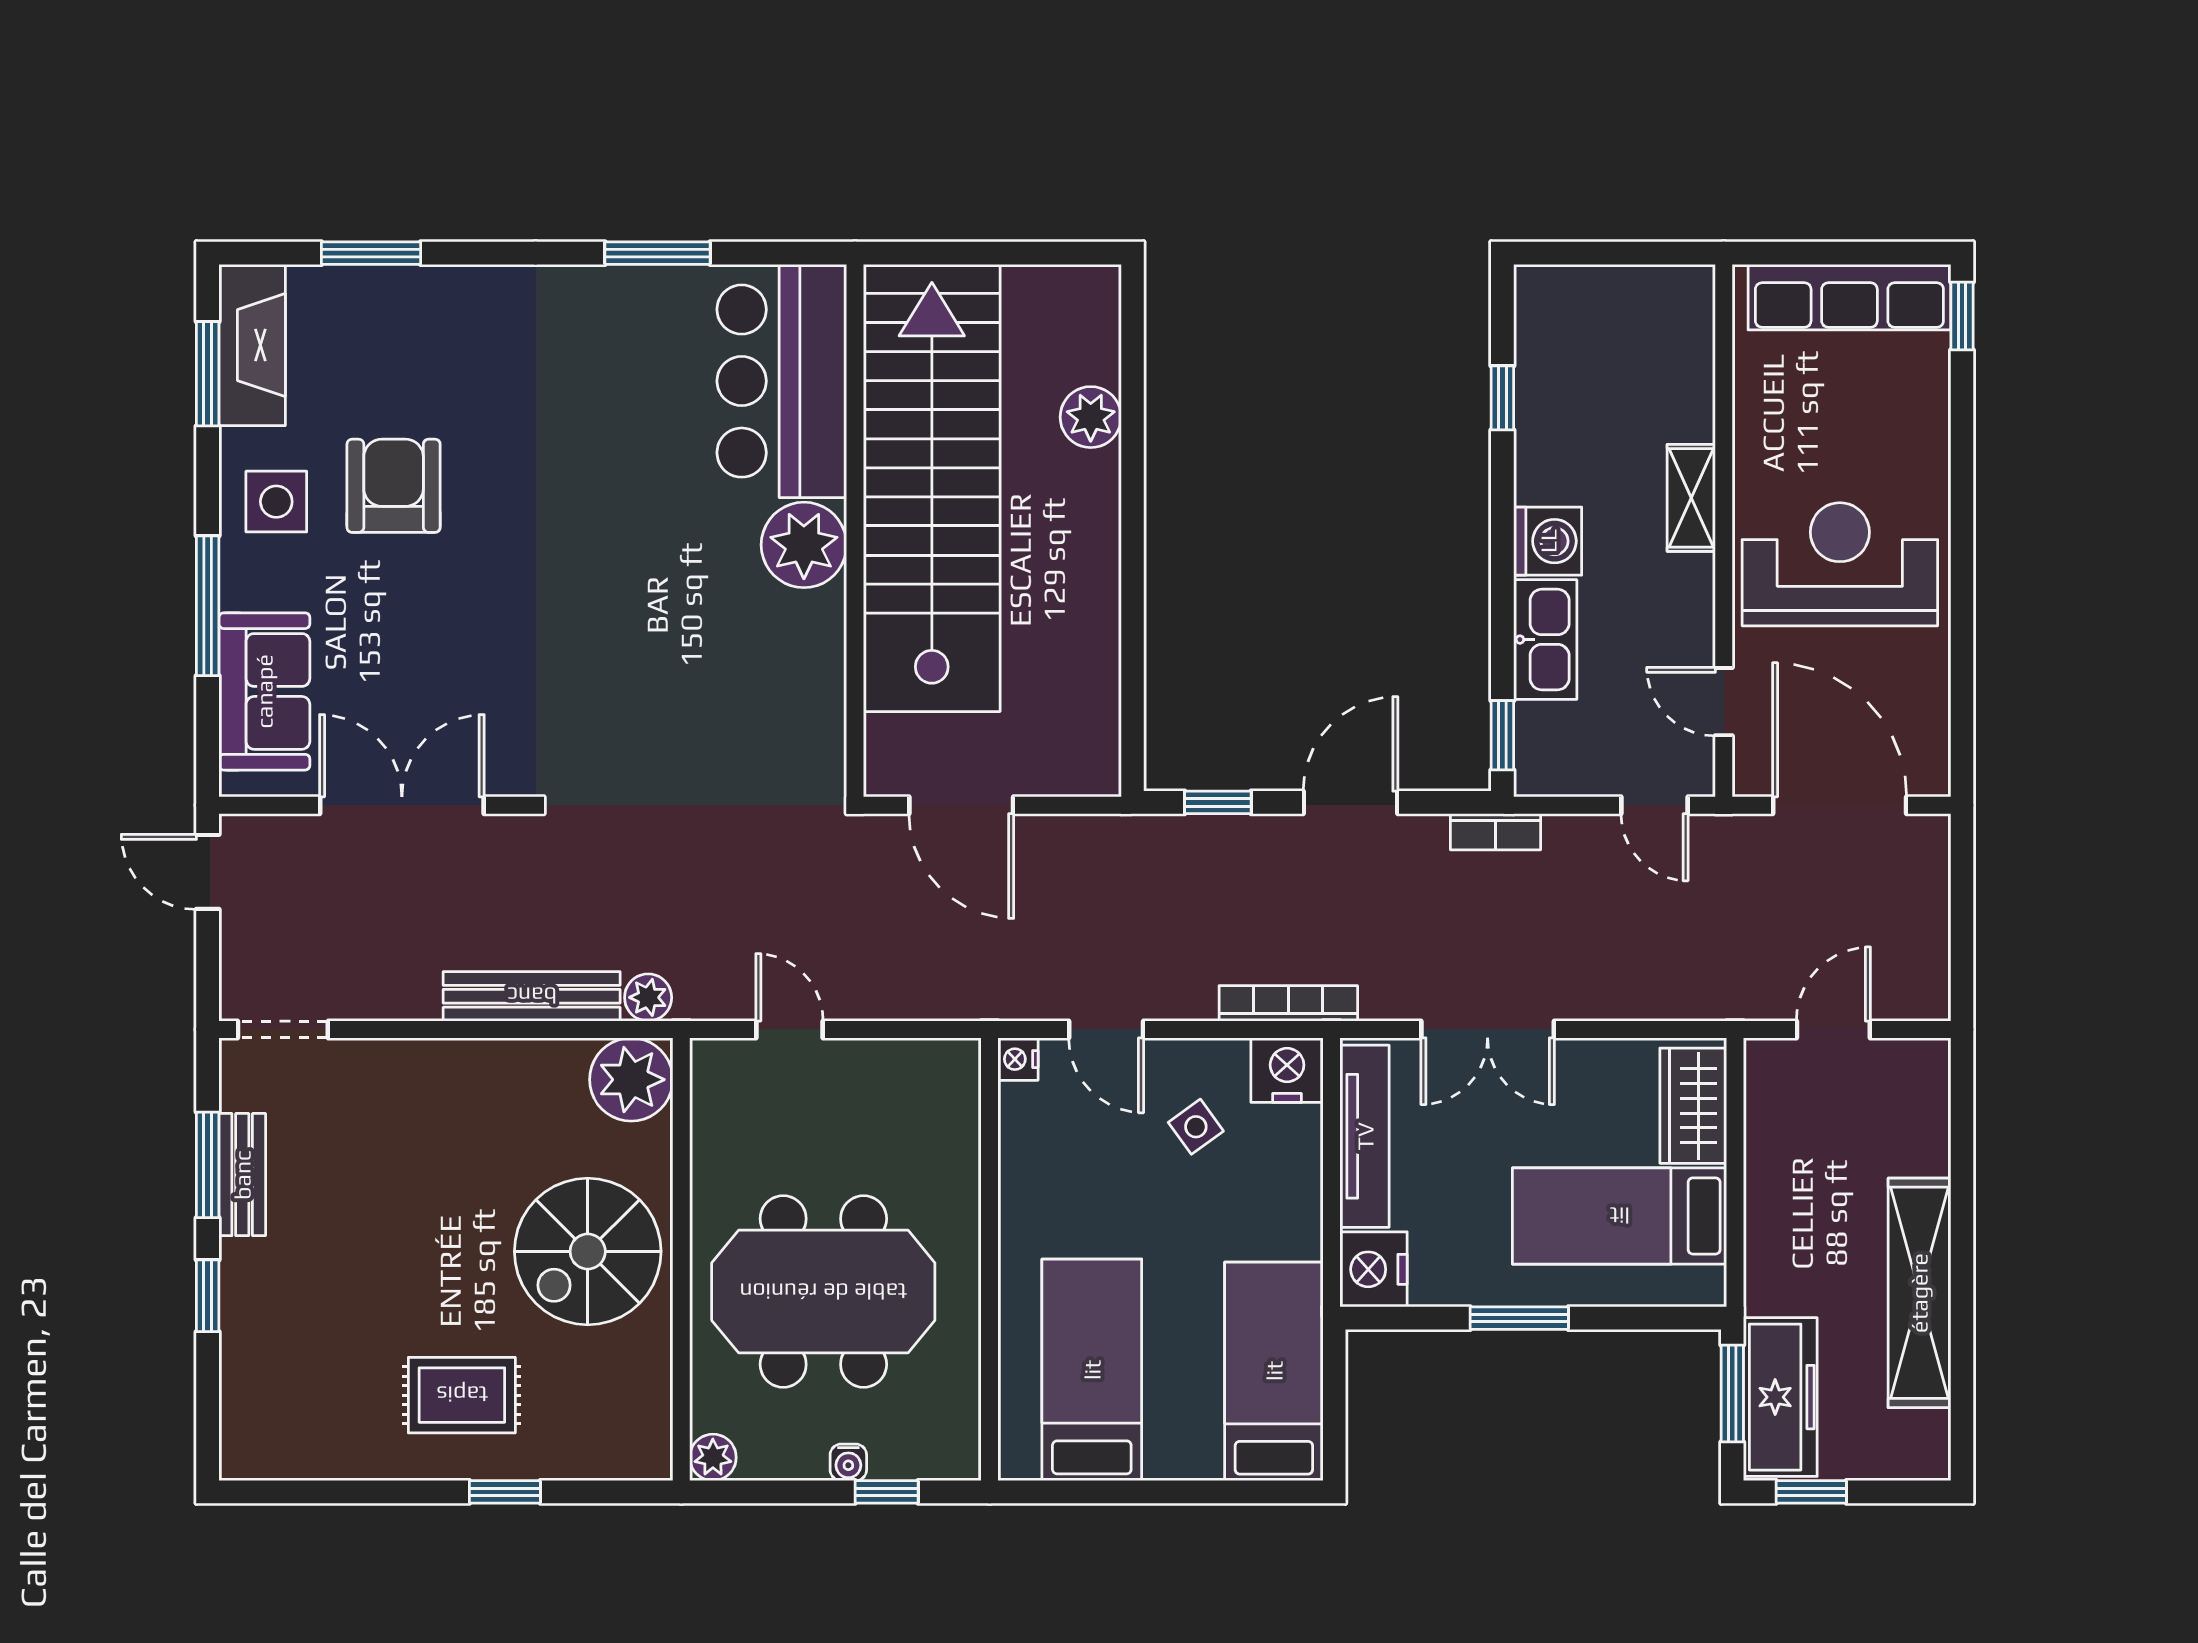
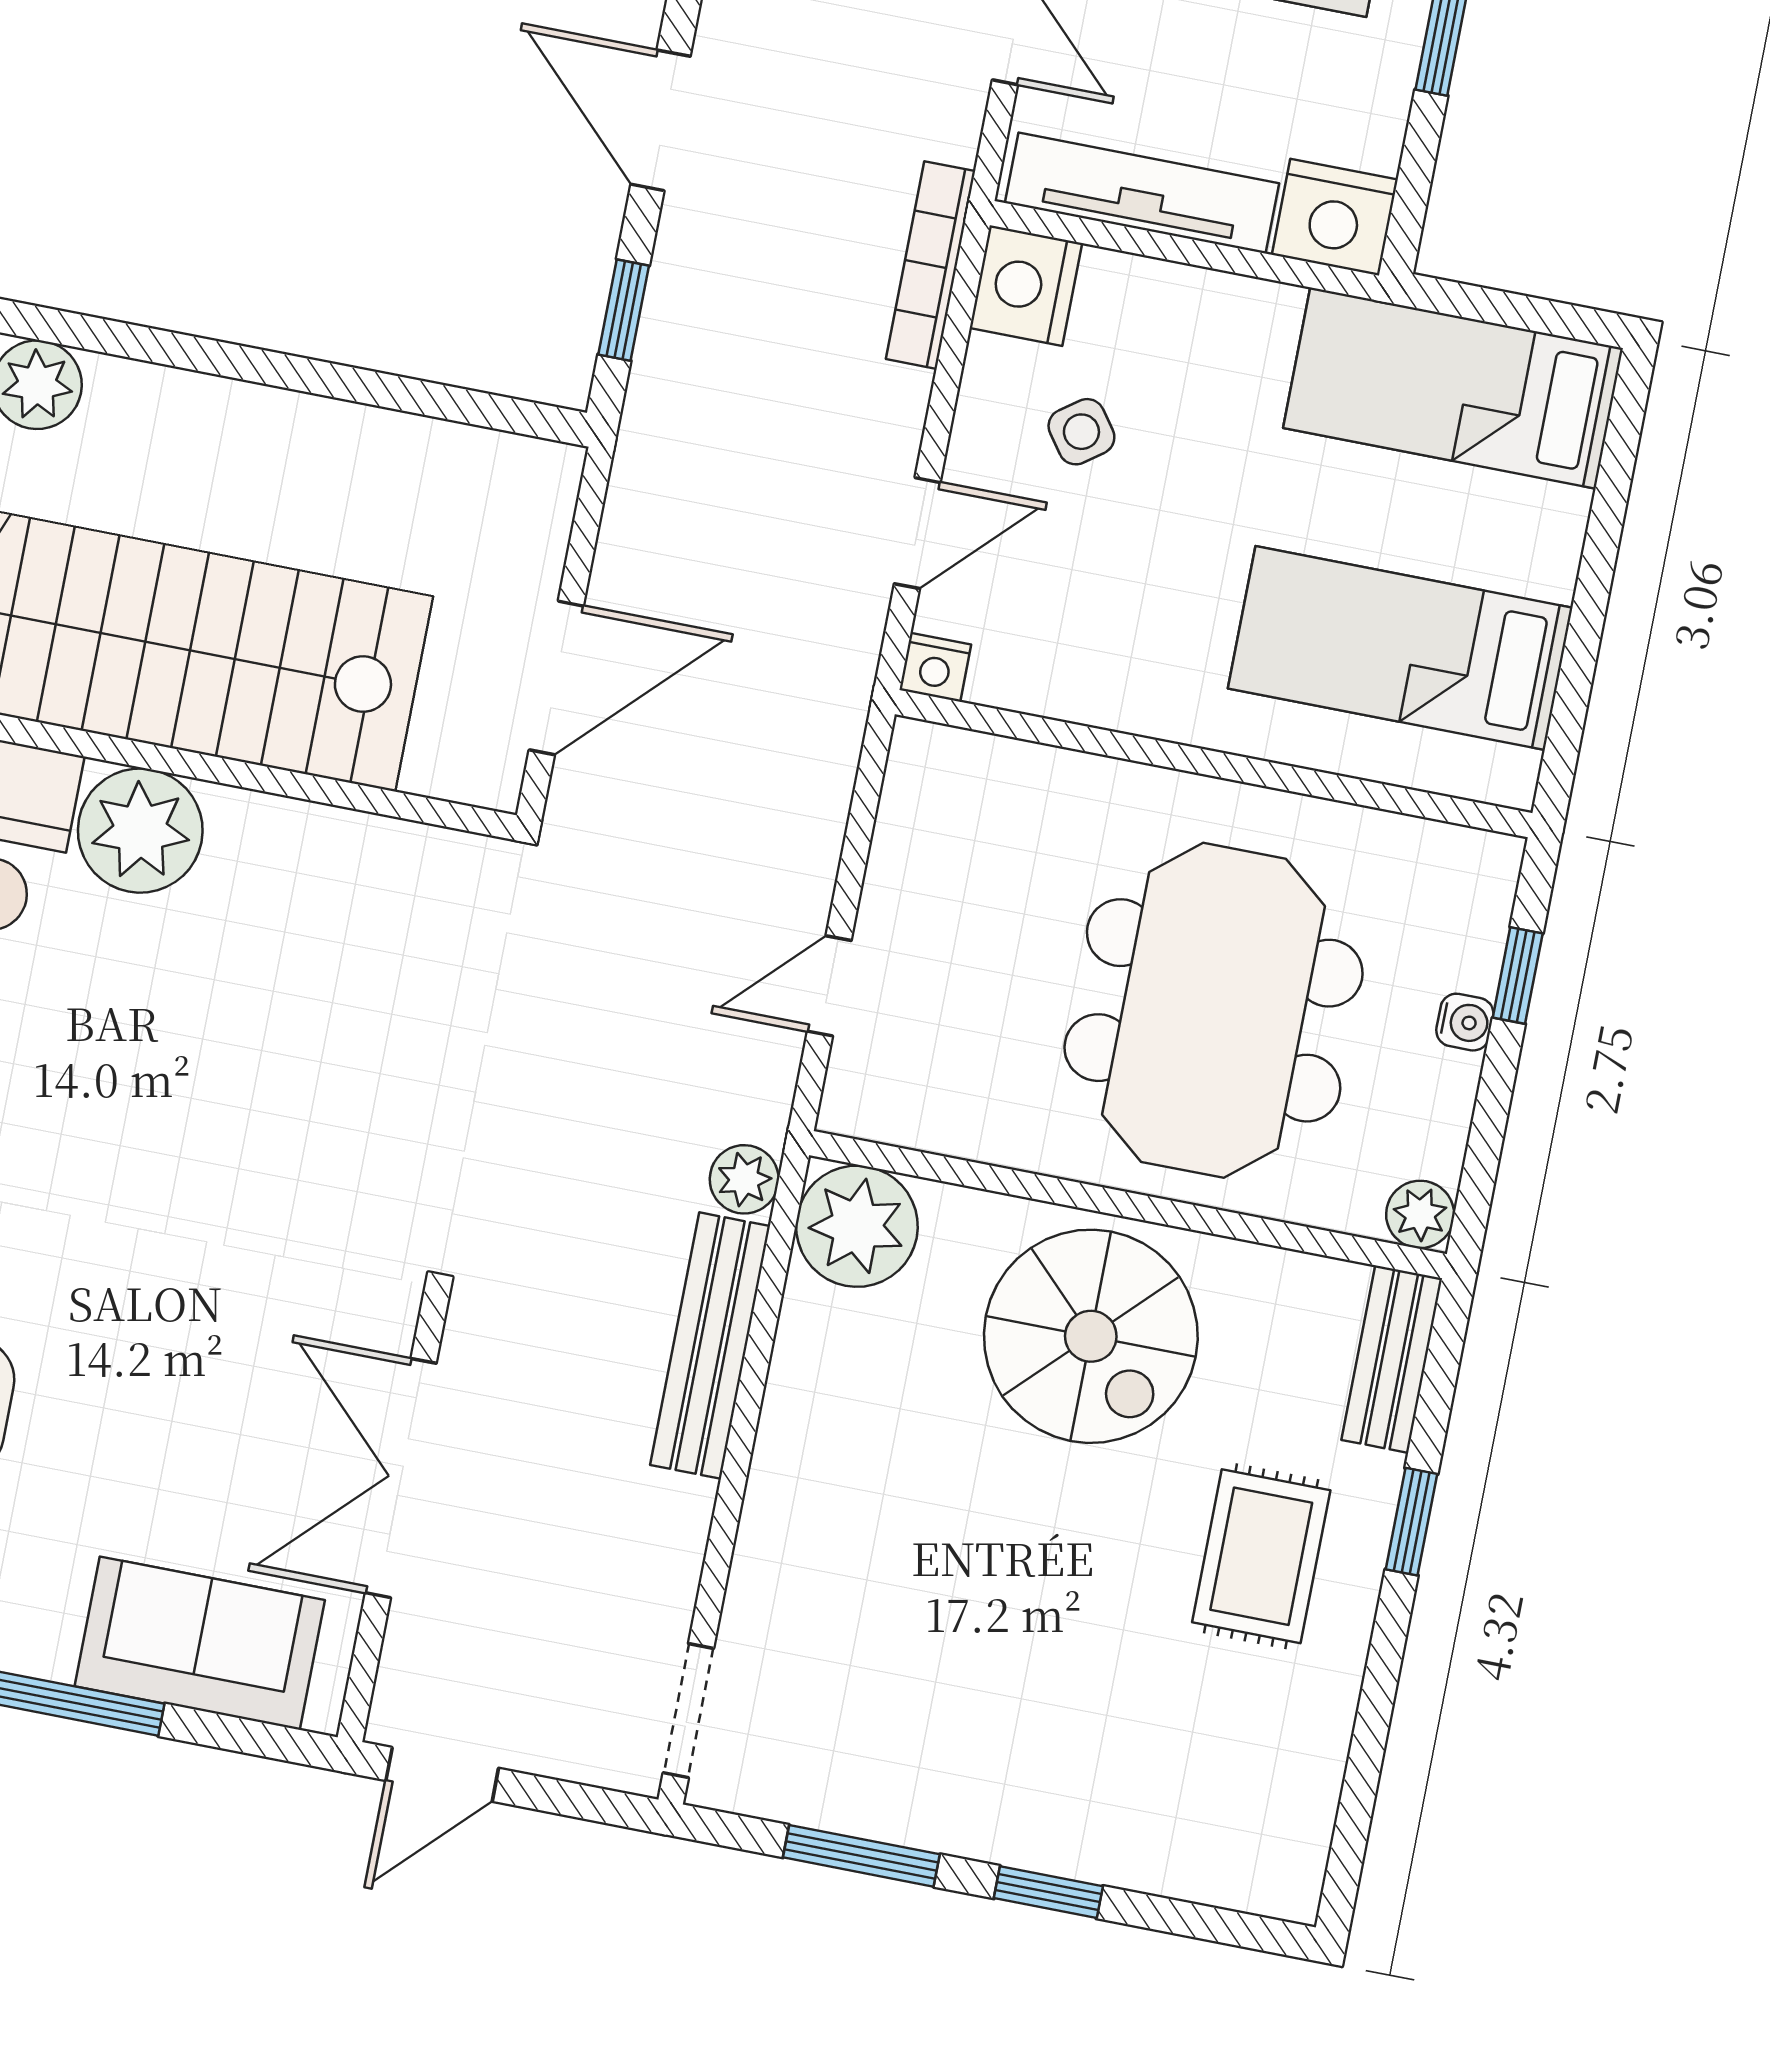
bench: (242, 1175) -> (1392, 1359), moved, turned 90

